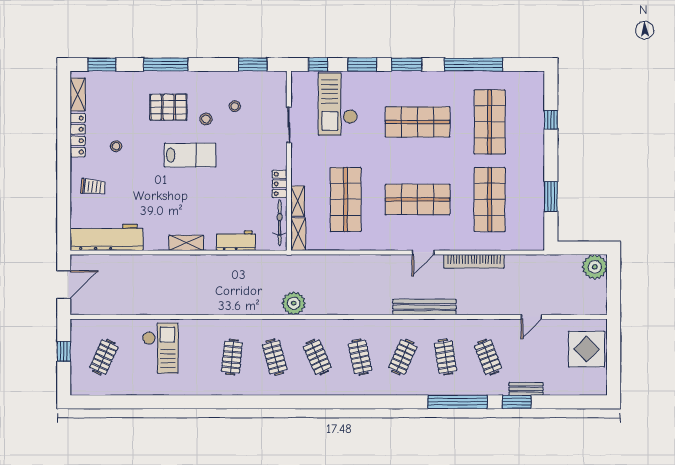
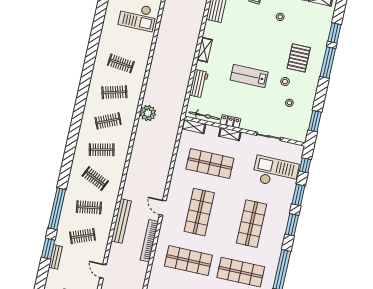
window: (102, 64) -> (334, 33), moved
lab bench: (190, 155) -> (249, 76), moved, turned 90
shelving: (298, 201) -> (230, 134), moved
bench: (424, 307) -> (121, 221), moved

